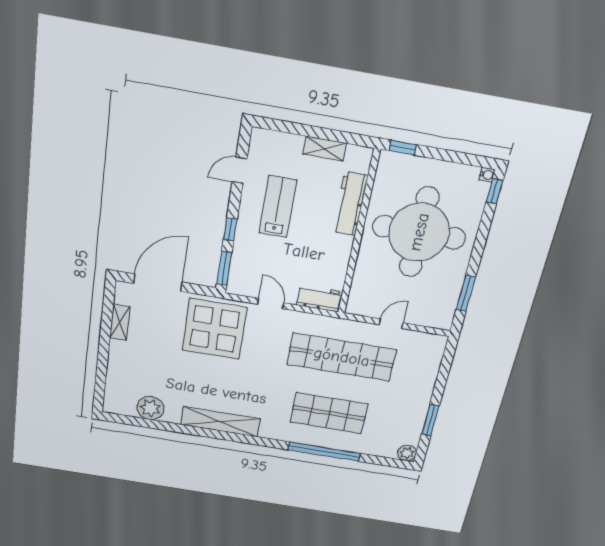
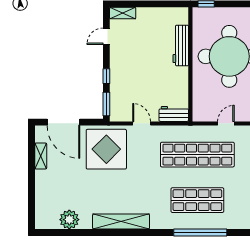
shelving: (325, 149) -> (123, 13), moved
lab bench: (278, 207) -> (135, 56), removed
door: (158, 283) -> (63, 122), swing flipped

